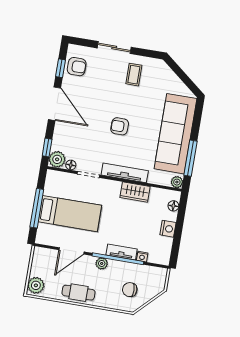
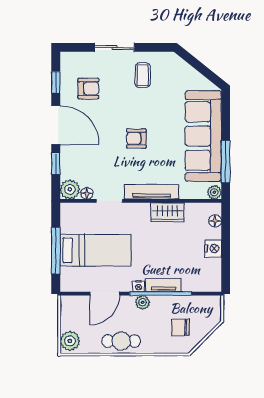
armchair: (77, 67) -> (88, 89), moved
window: (47, 148) -> (56, 164), moved
nightstand: (142, 257) -> (139, 286), moved

